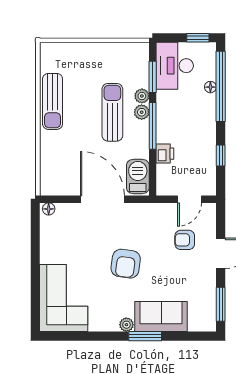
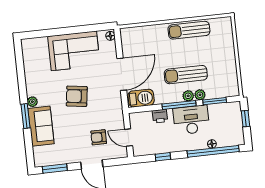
window: (198, 38) -> (245, 119), moved
desk: (175, 66) -> (191, 120), moved
sun lounger: (112, 112) -> (186, 75), turned 180
armchair: (185, 240) -> (99, 137), turned -90
corner sofa: (64, 298) -> (74, 51), moved

